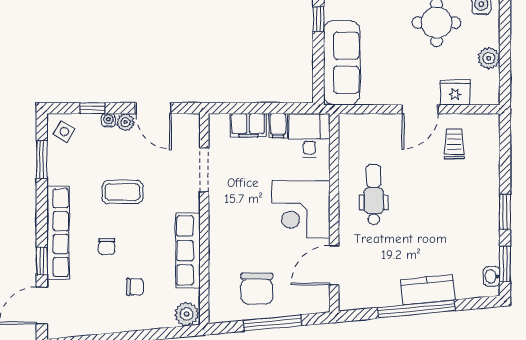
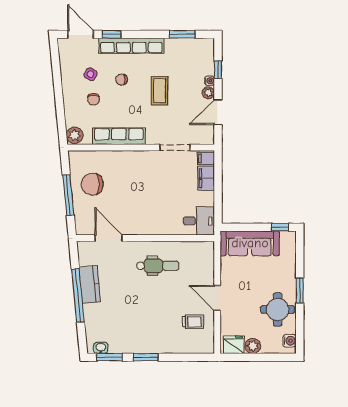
fridge: (455, 92) -> (234, 345), moved, turned -90
filing cabinet: (278, 126) -> (206, 158), moved
side table: (64, 132) -> (91, 74), moved
corner desk: (301, 209) -> (148, 215), removed
kitchen counter: (428, 290) -> (90, 285), moved

